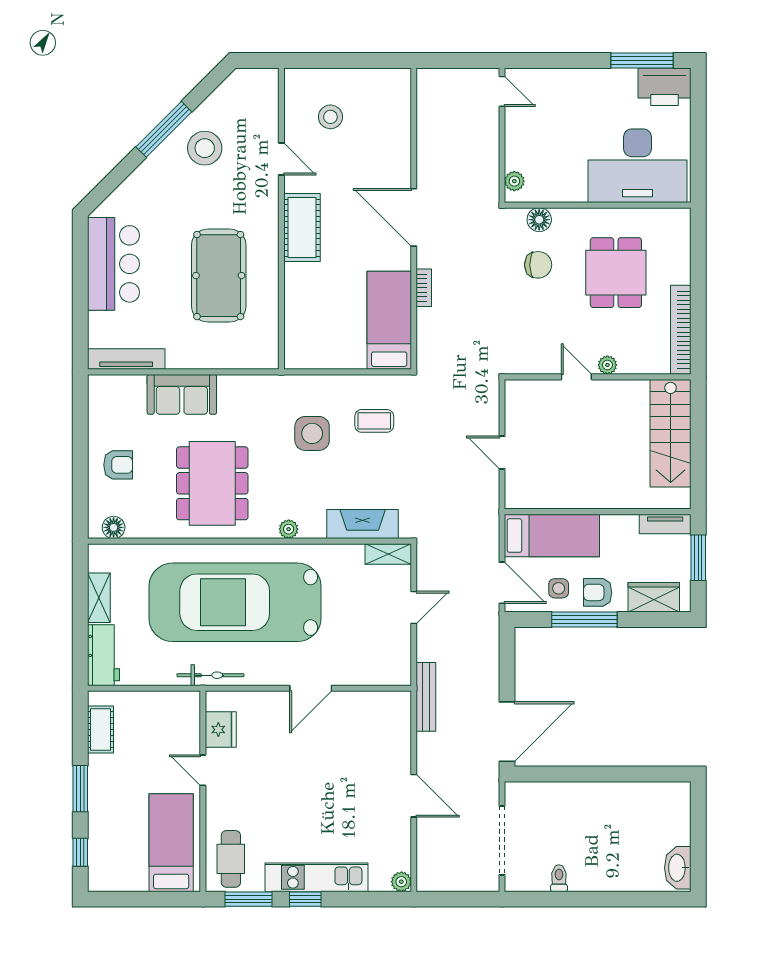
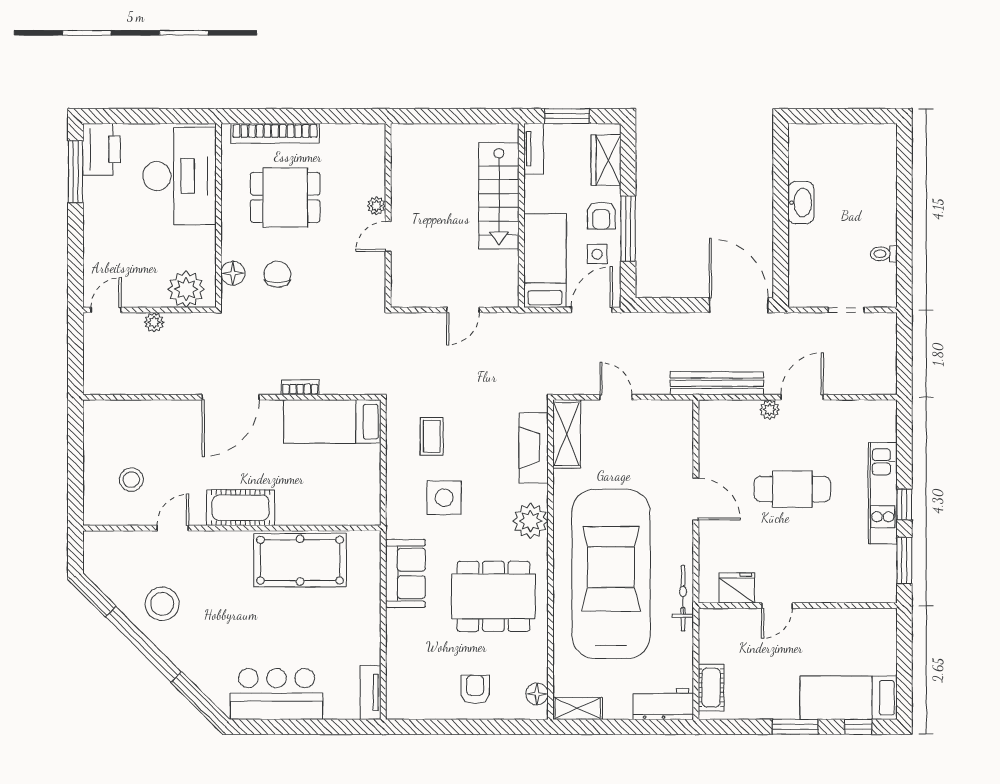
window: (164, 129) -> (144, 644), width x1.46
plant: (490, 140) -> (154, 322), added
plant: (514, 181) -> (186, 289), width x1.87, depth x1.87
pool table: (219, 276) -> (300, 560), moved
bookcase: (681, 330) -> (275, 133), moved
tv unit: (126, 359) -> (371, 692), width x0.71
sofa: (182, 394) -> (405, 573), moved
stairs: (671, 433) -> (499, 196), moved, turned 90
plant: (289, 529) -> (530, 521), width x1.88, depth x1.88
shelving: (388, 554) -> (567, 434), width x1.50, depth x1.33
shelving: (99, 598) -> (578, 708), moved
car: (235, 602) -> (611, 574), turned 180
bench: (426, 697) -> (717, 383), width x1.37, depth x1.21
cot: (101, 730) -> (711, 688), moved, turned 90
doorway: (502, 840) -> (846, 310), width x0.53
bed: (171, 843) -> (849, 698), moved
cafe table: (231, 859) -> (792, 489), moved, width x1.37, depth x1.35
washbasin: (678, 868) -> (801, 203), moved, turned -90
plant: (401, 882) -> (770, 410), moved

